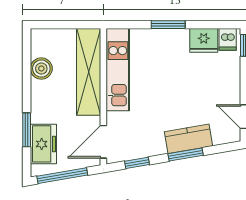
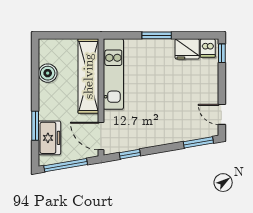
kitchen counter: (189, 139) -> (174, 133), removed
door: (103, 142) -> (101, 136), hinge flipped
window: (186, 155) -> (198, 142), moved

